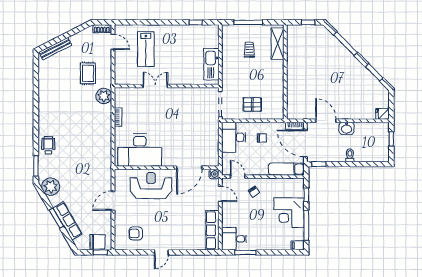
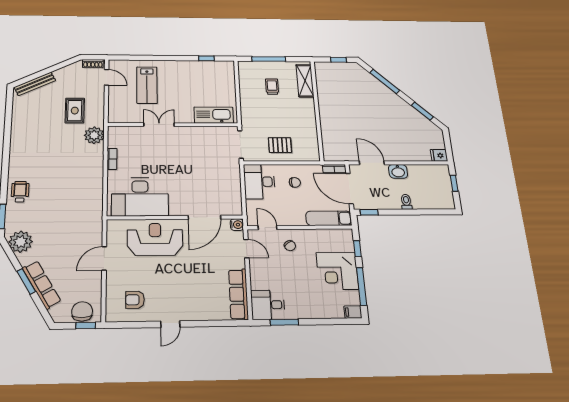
kitchen sink: (211, 64) -> (214, 115), moved, turned 90
chair: (97, 242) -> (82, 311), turned -90

